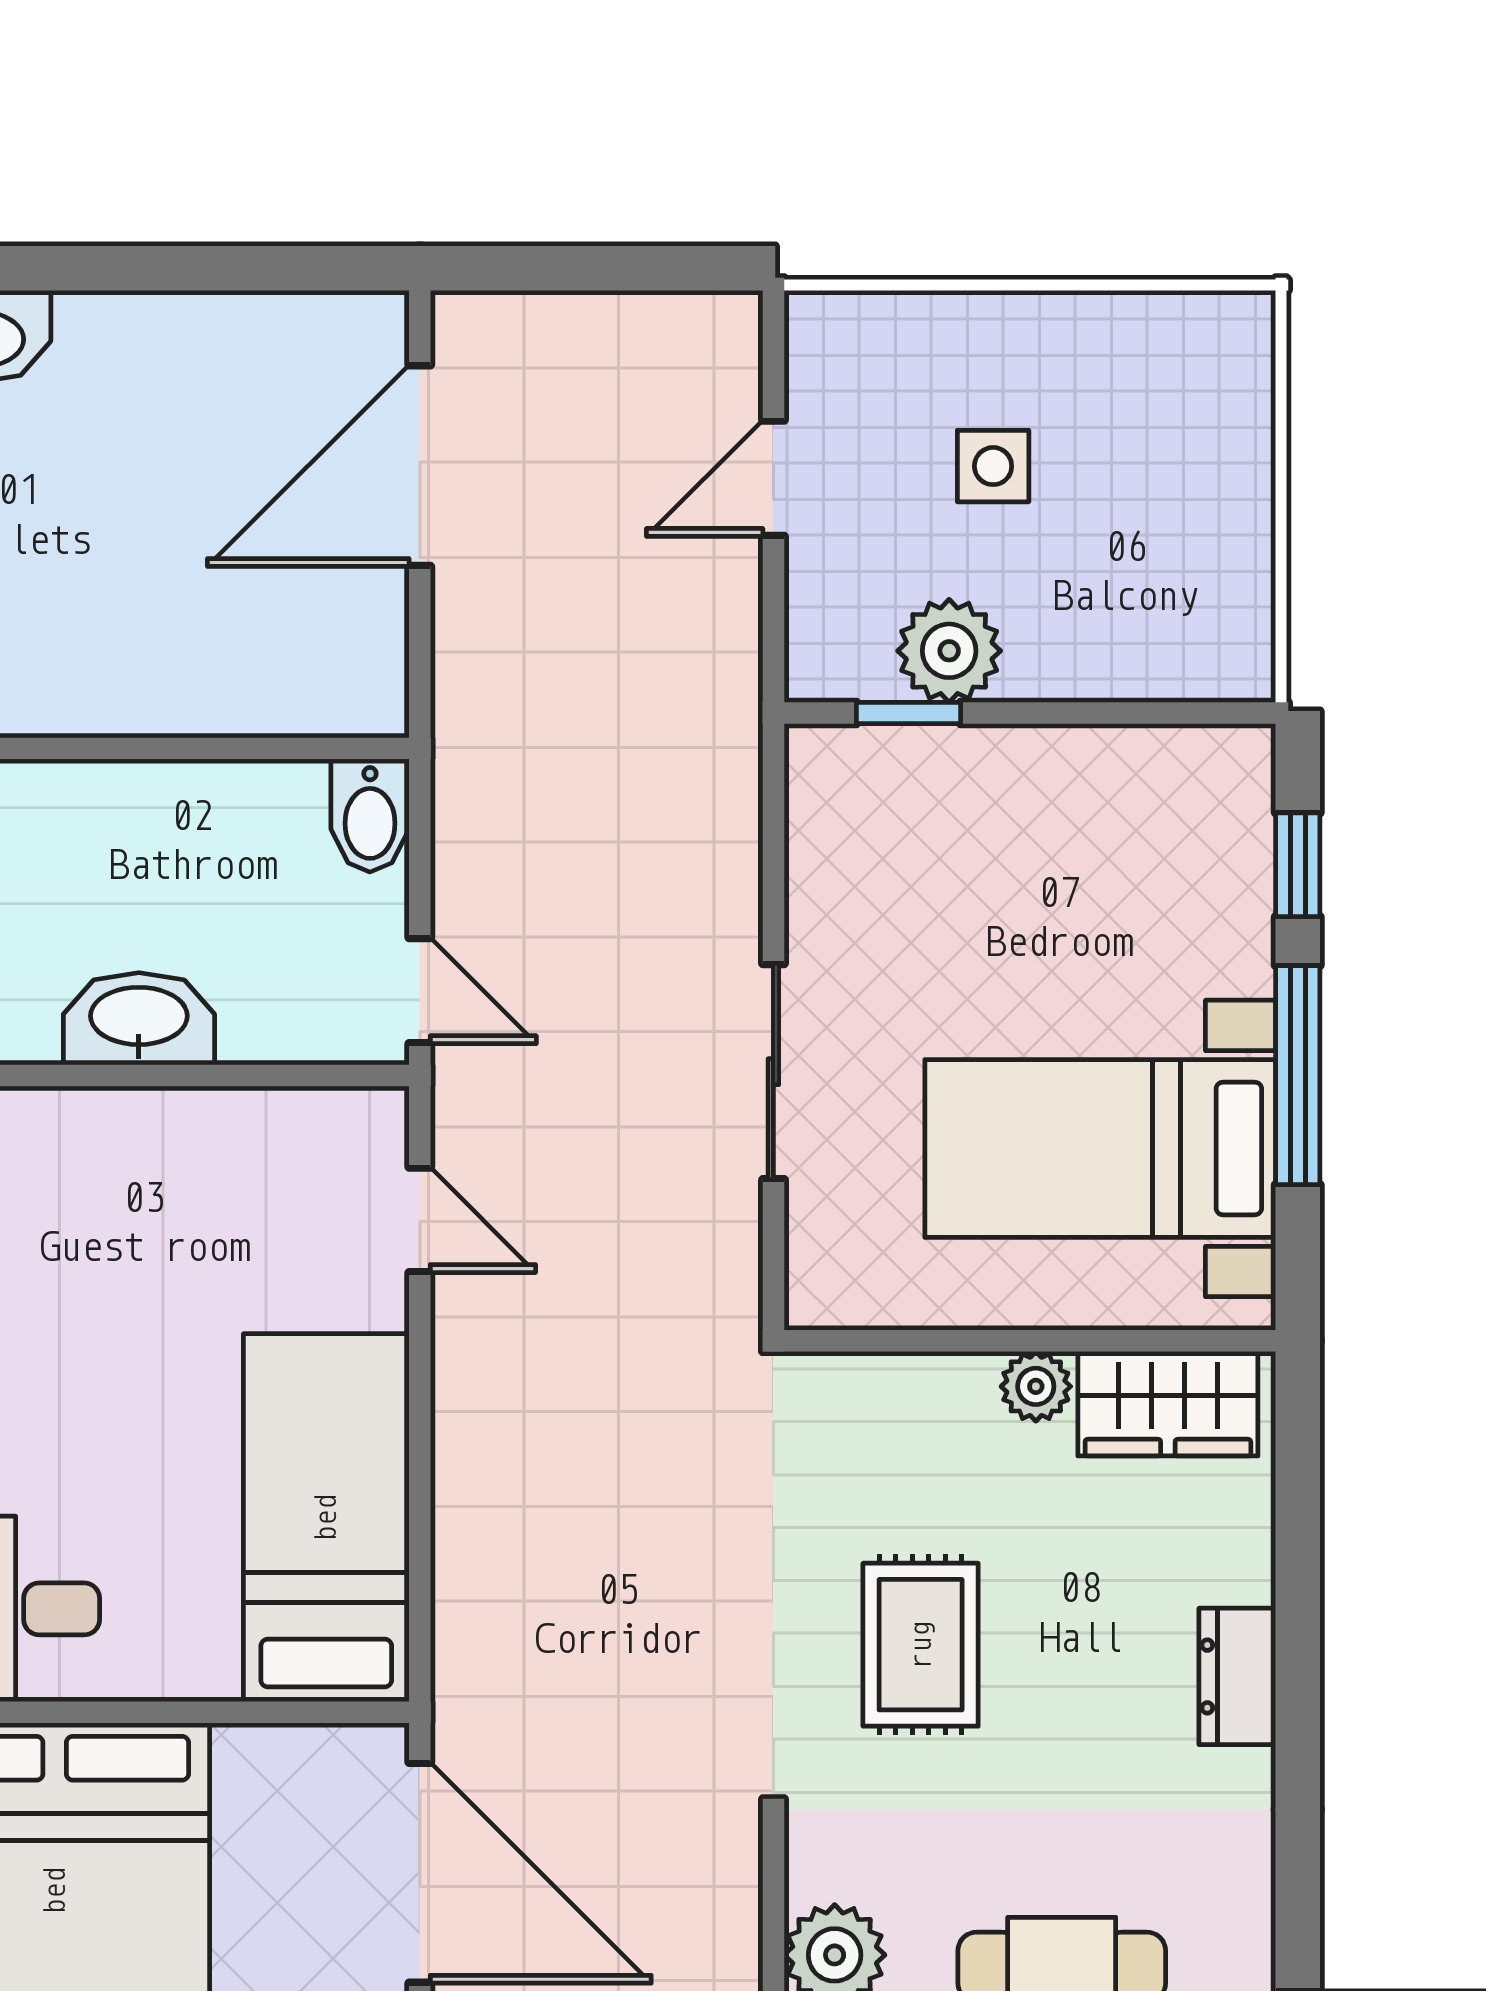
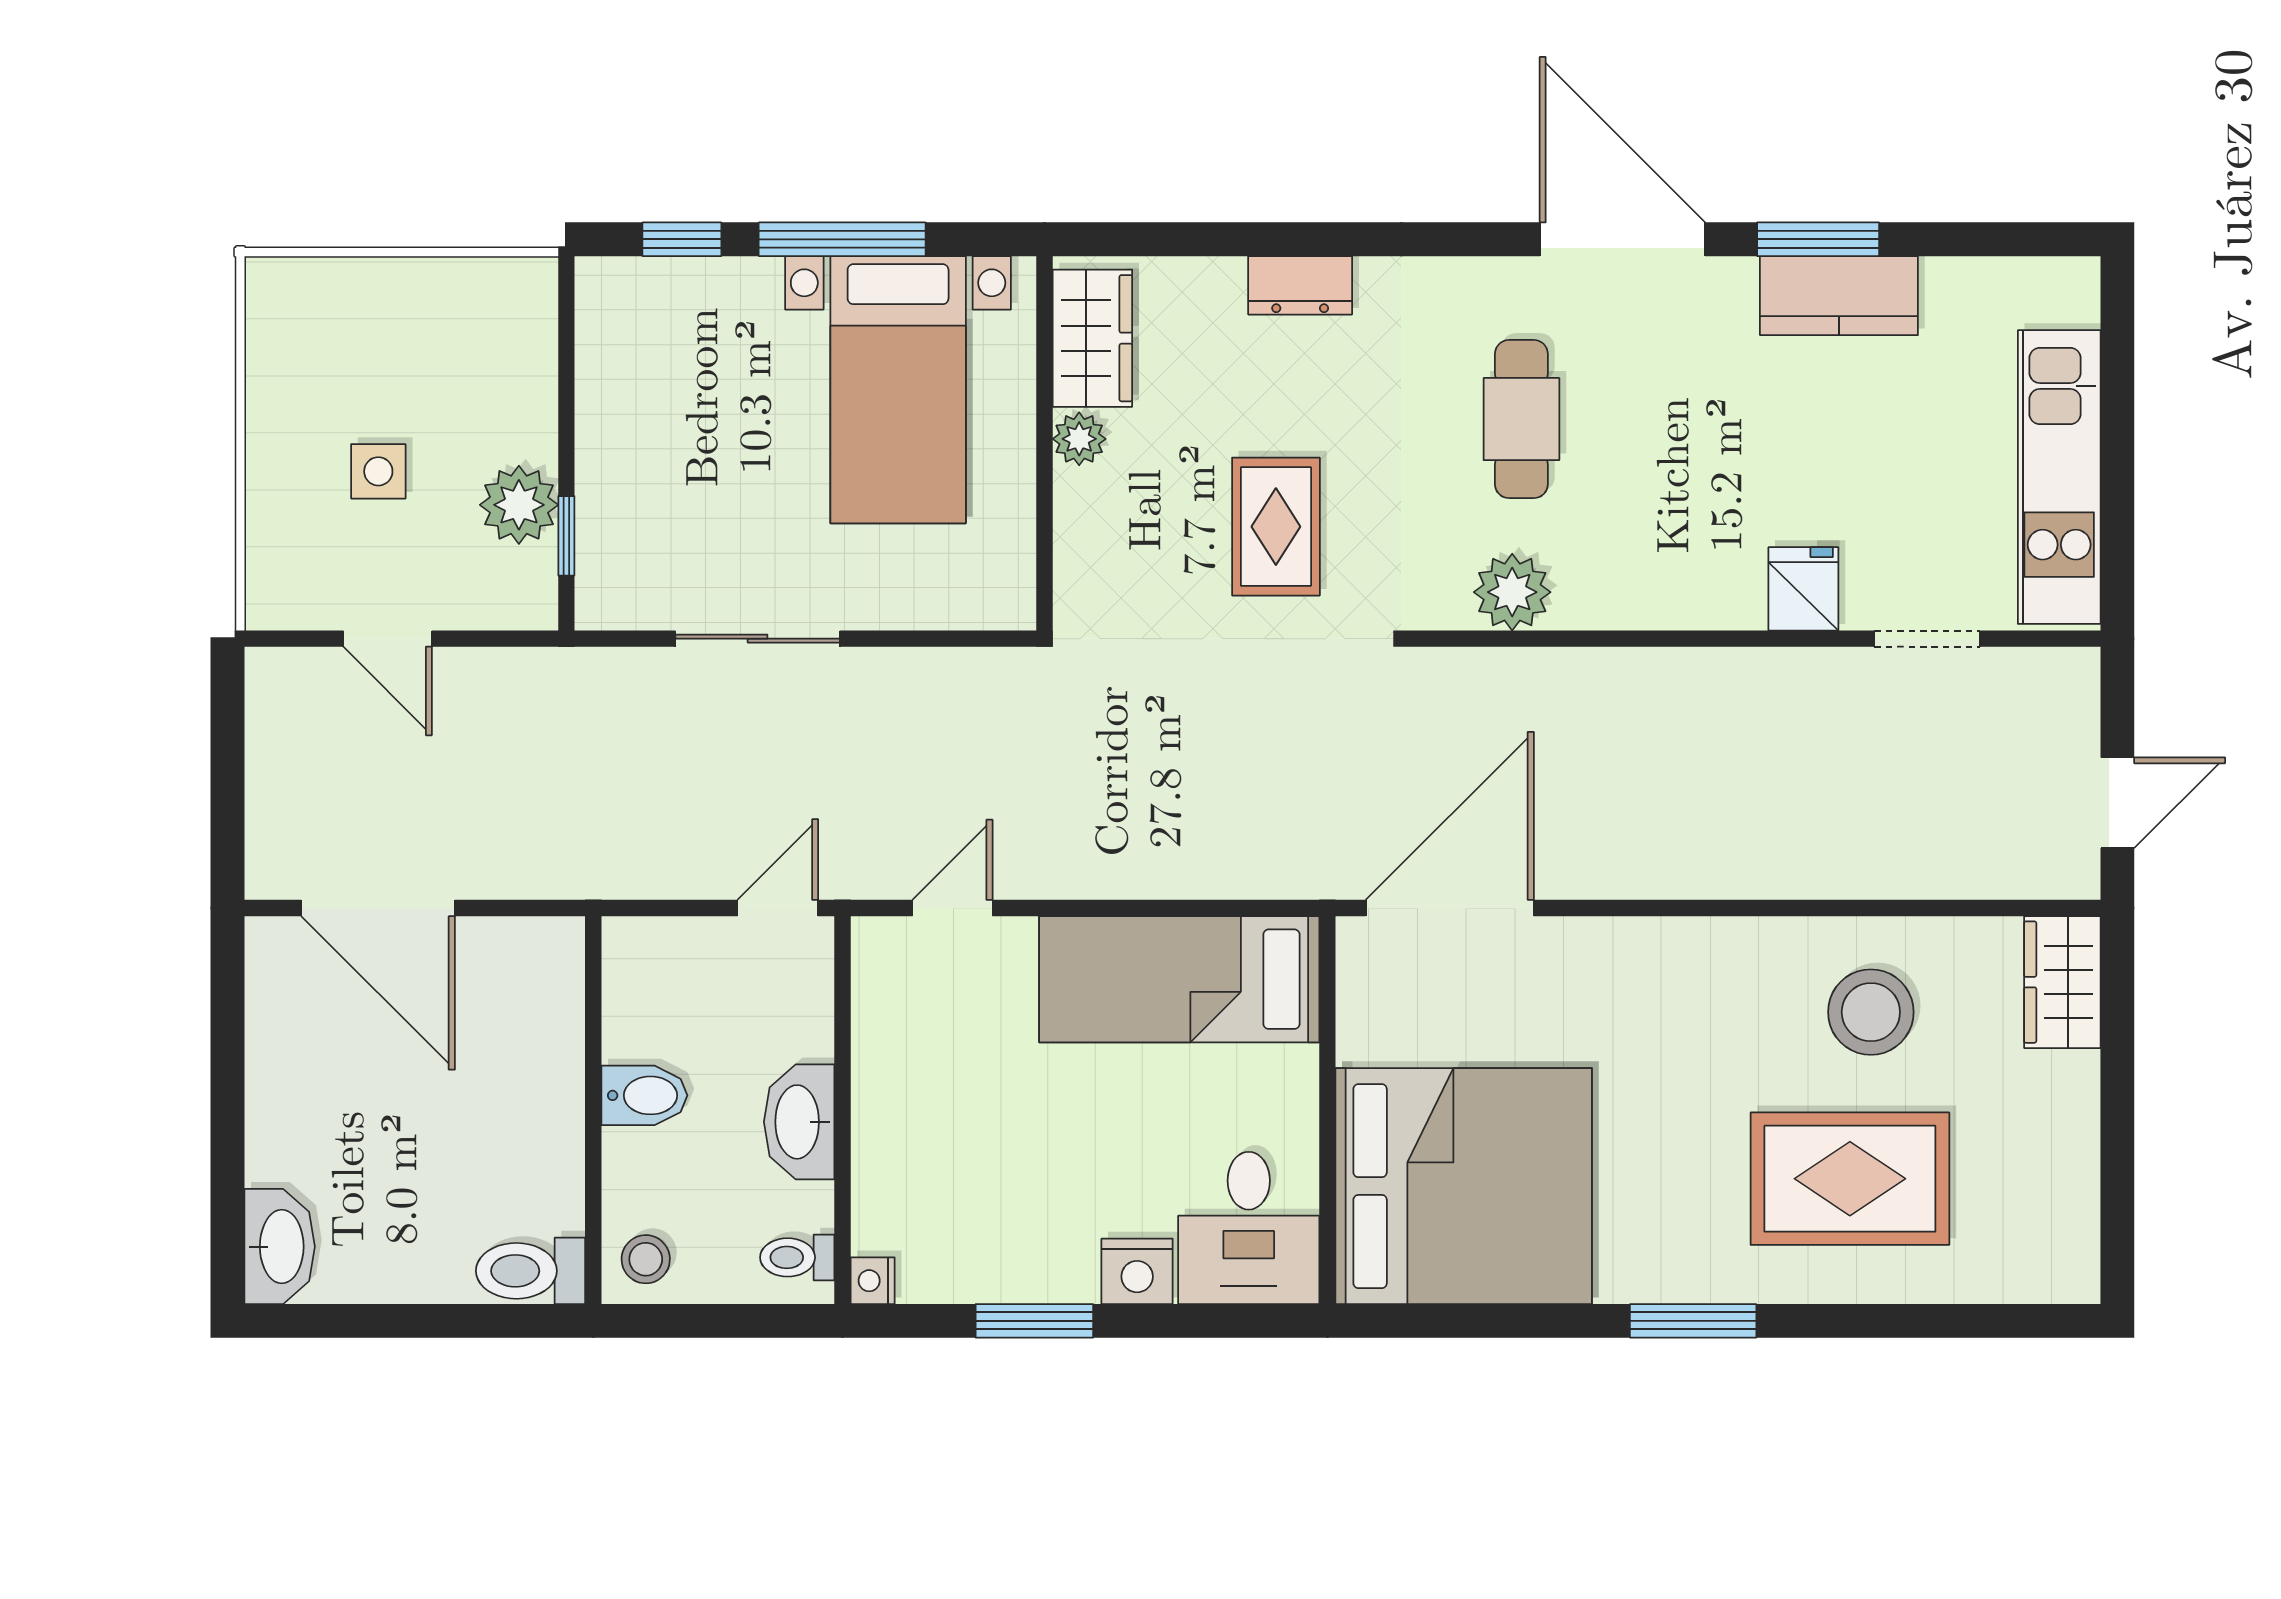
bidet: (370, 815) -> (644, 1095), moved
sliding door: (773, 1072) -> (758, 639), moved
rug: (921, 1645) -> (1276, 527), turned 90

